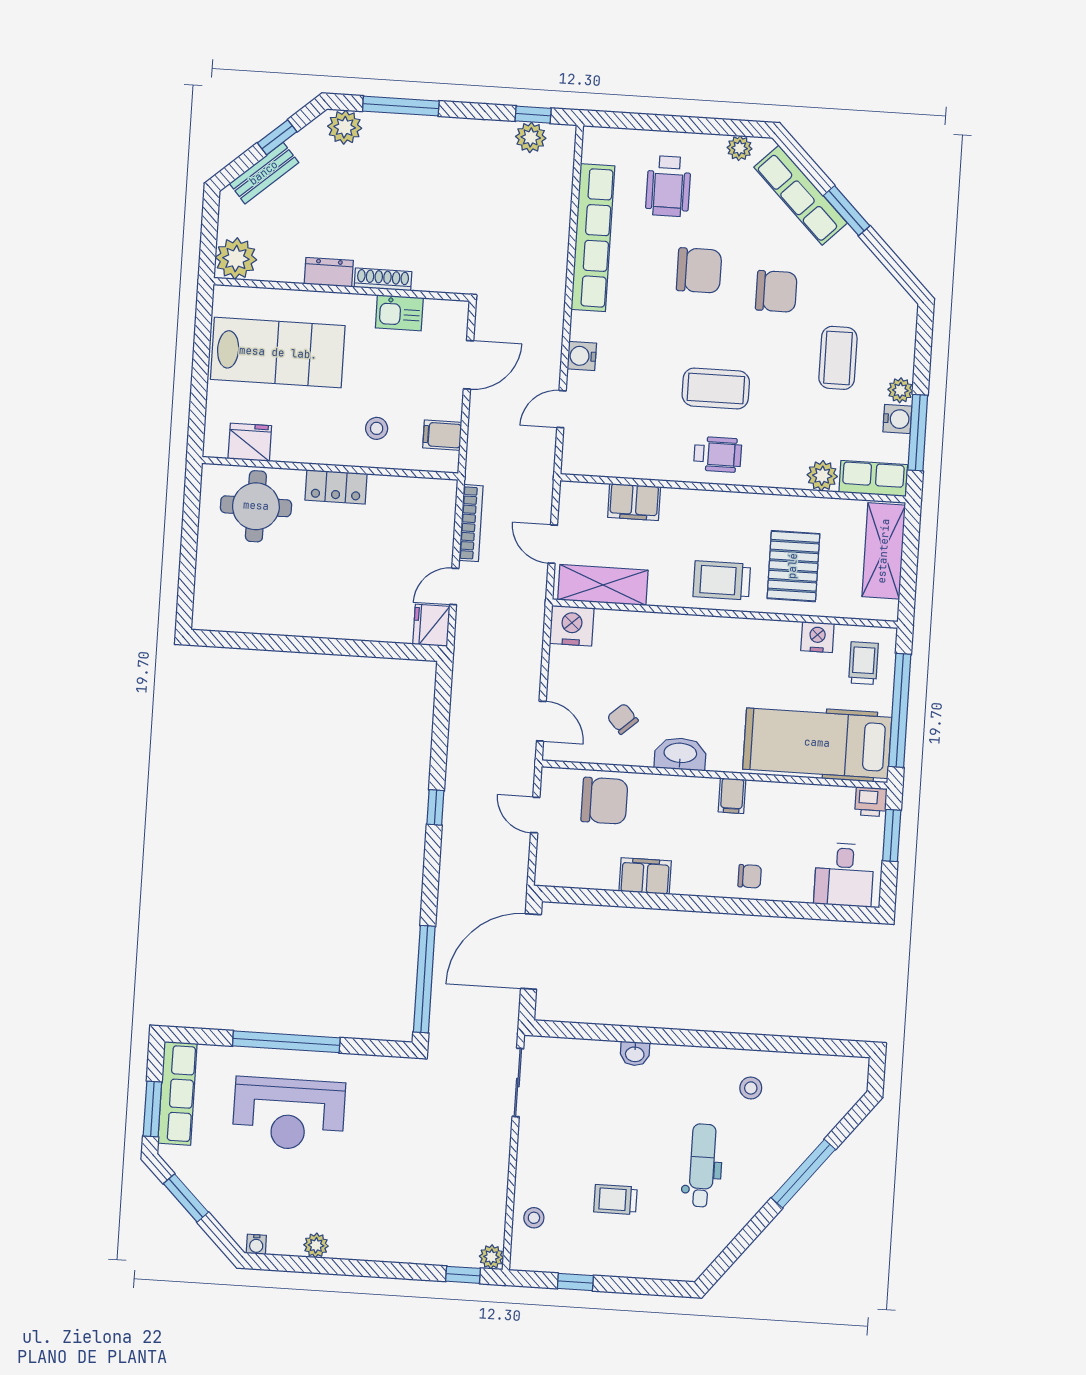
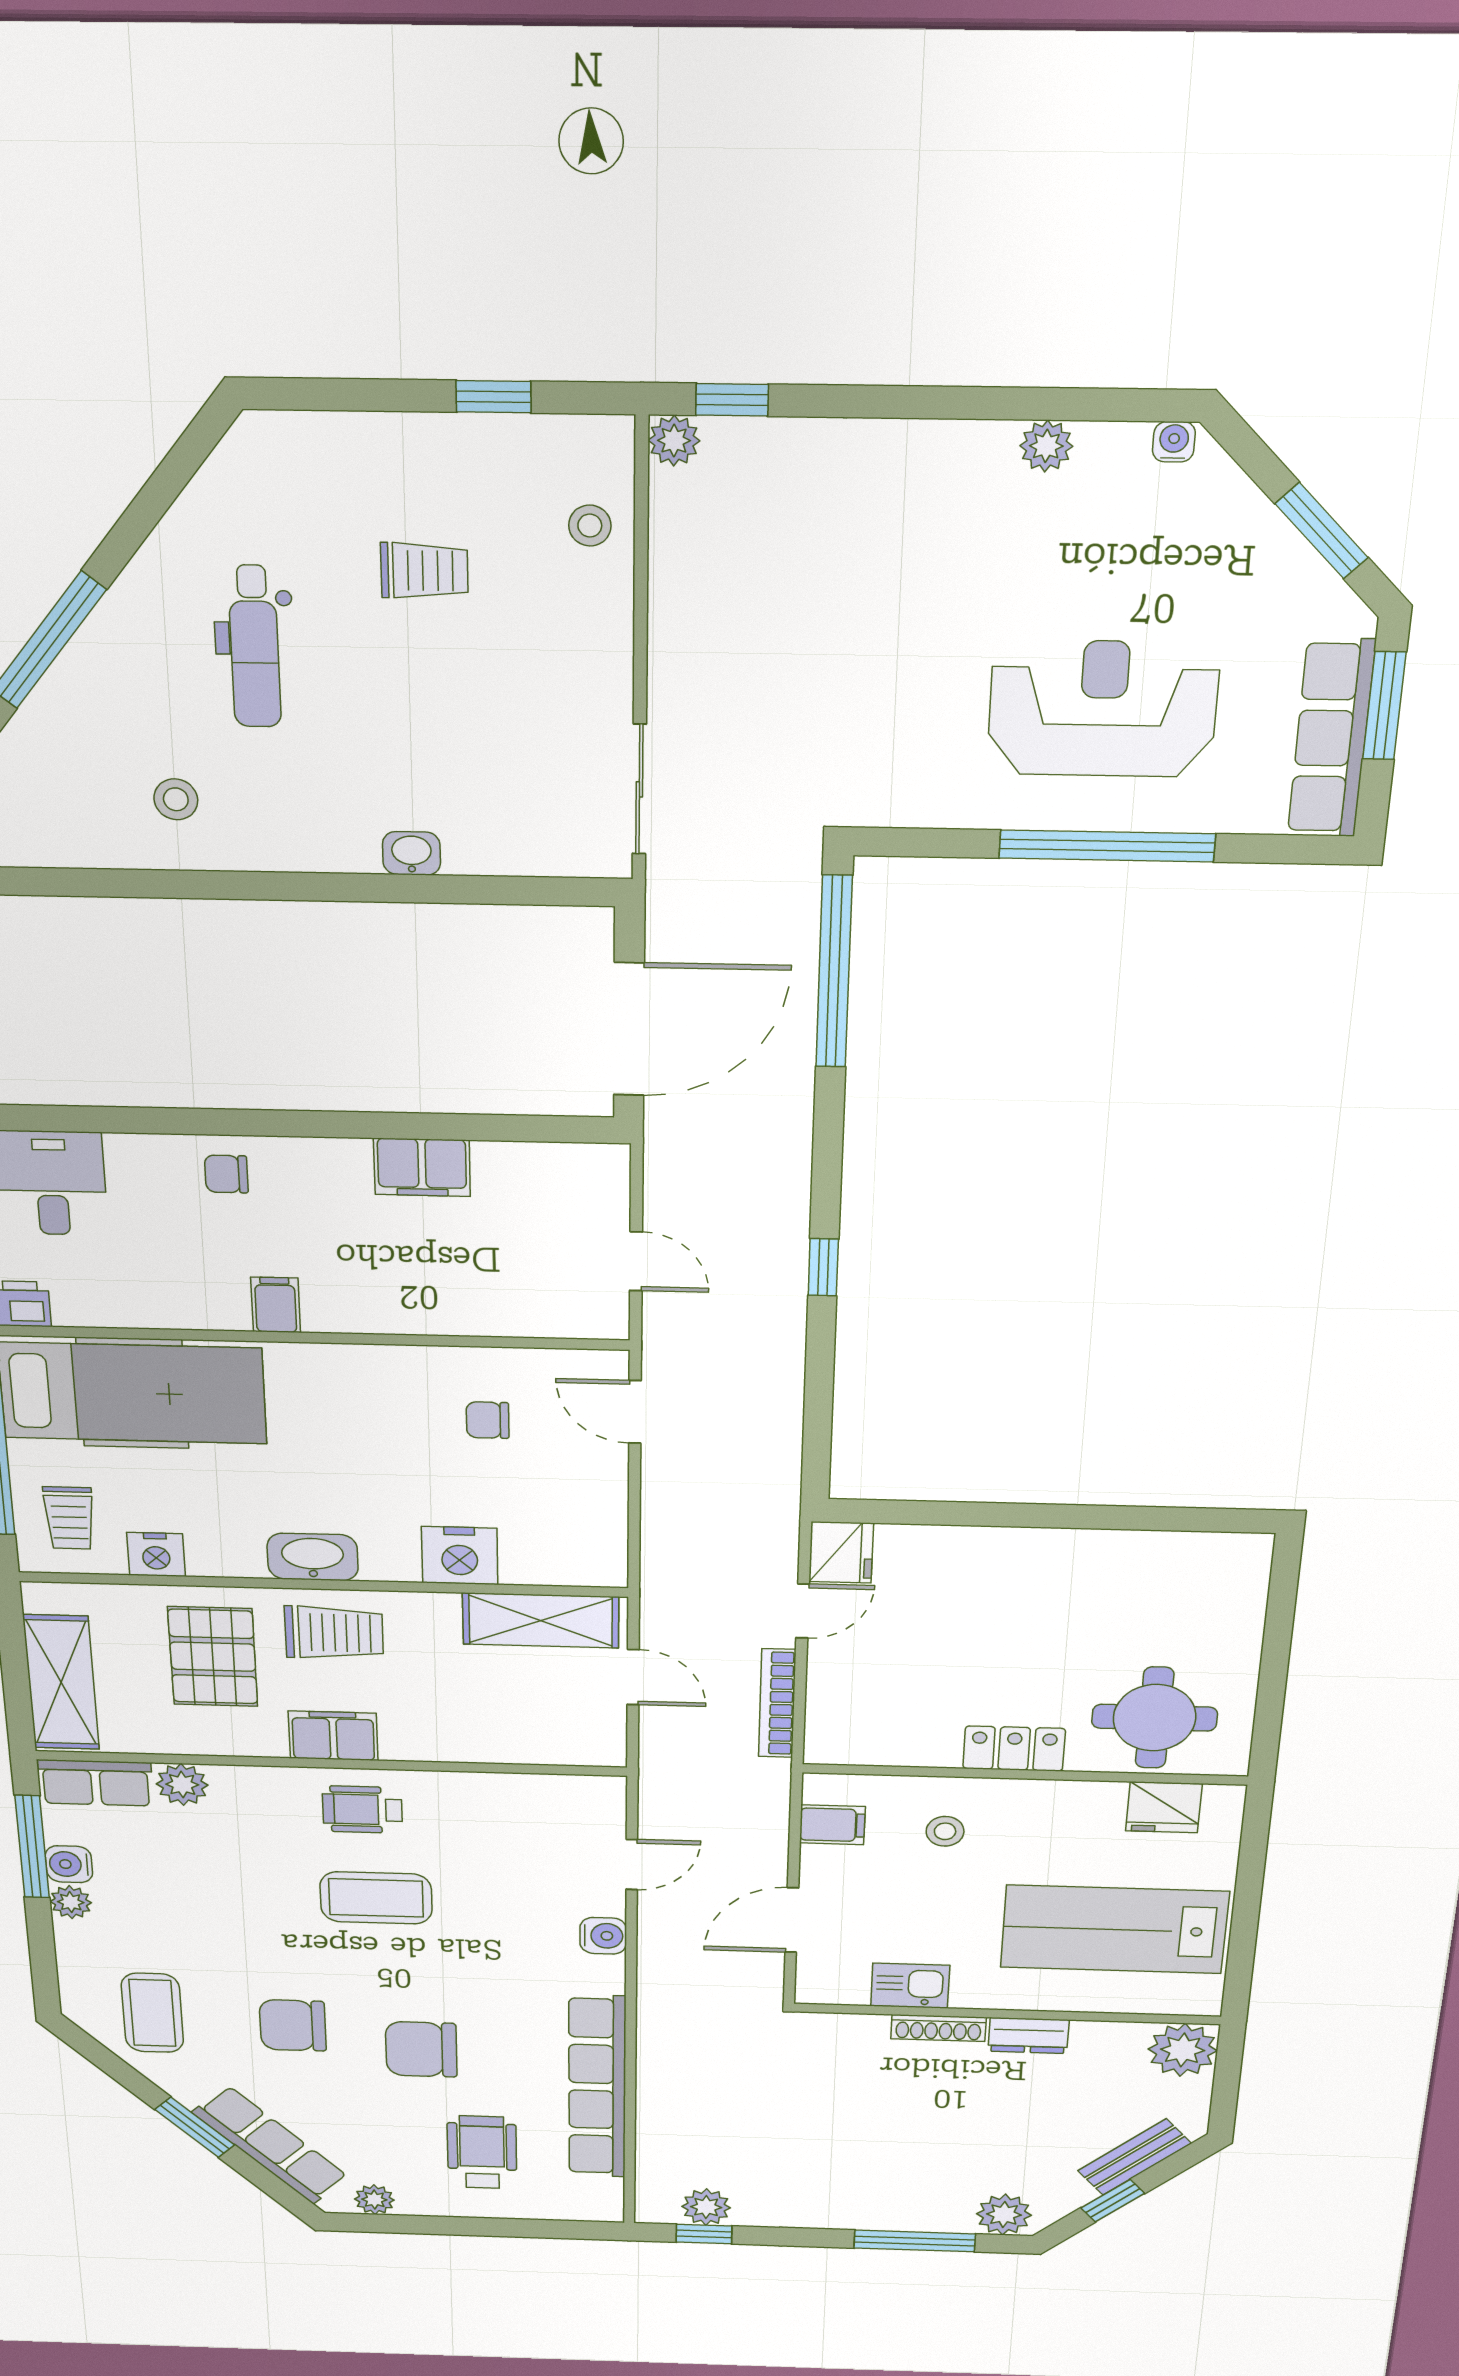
coffee table: (838, 358) -> (152, 2013), moved
filing cabinet: (634, 502) -> (333, 1736), moved
nightstand: (572, 626) -> (460, 1556), moved
chair: (623, 719) -> (488, 1420), turned 132
washbasin: (680, 754) -> (313, 1557), moved, turned 180
chair: (604, 801) -> (509, 1289), removed

